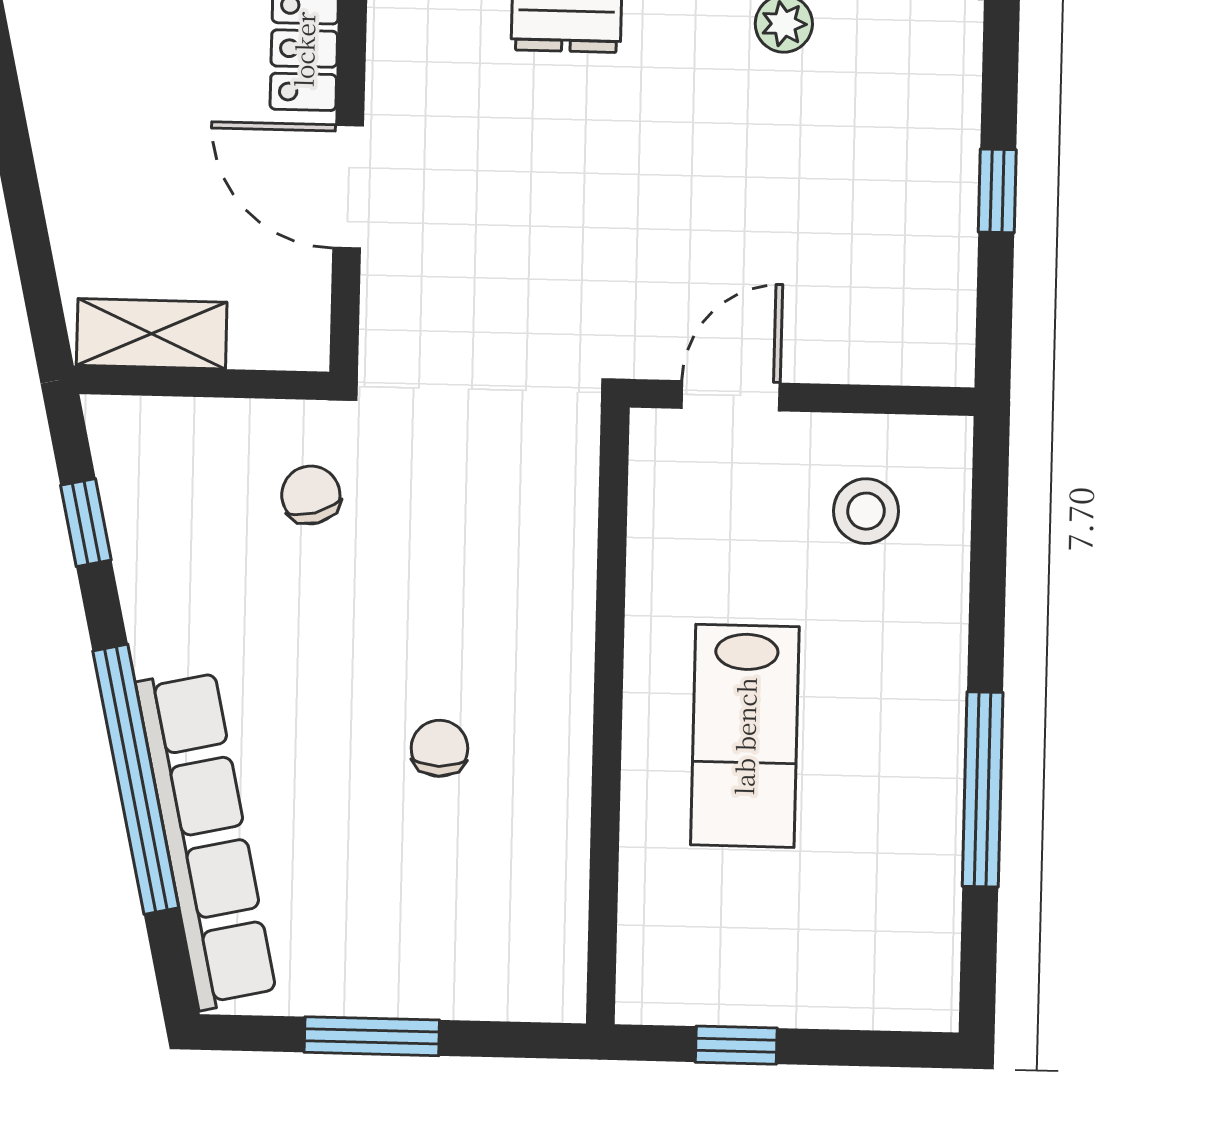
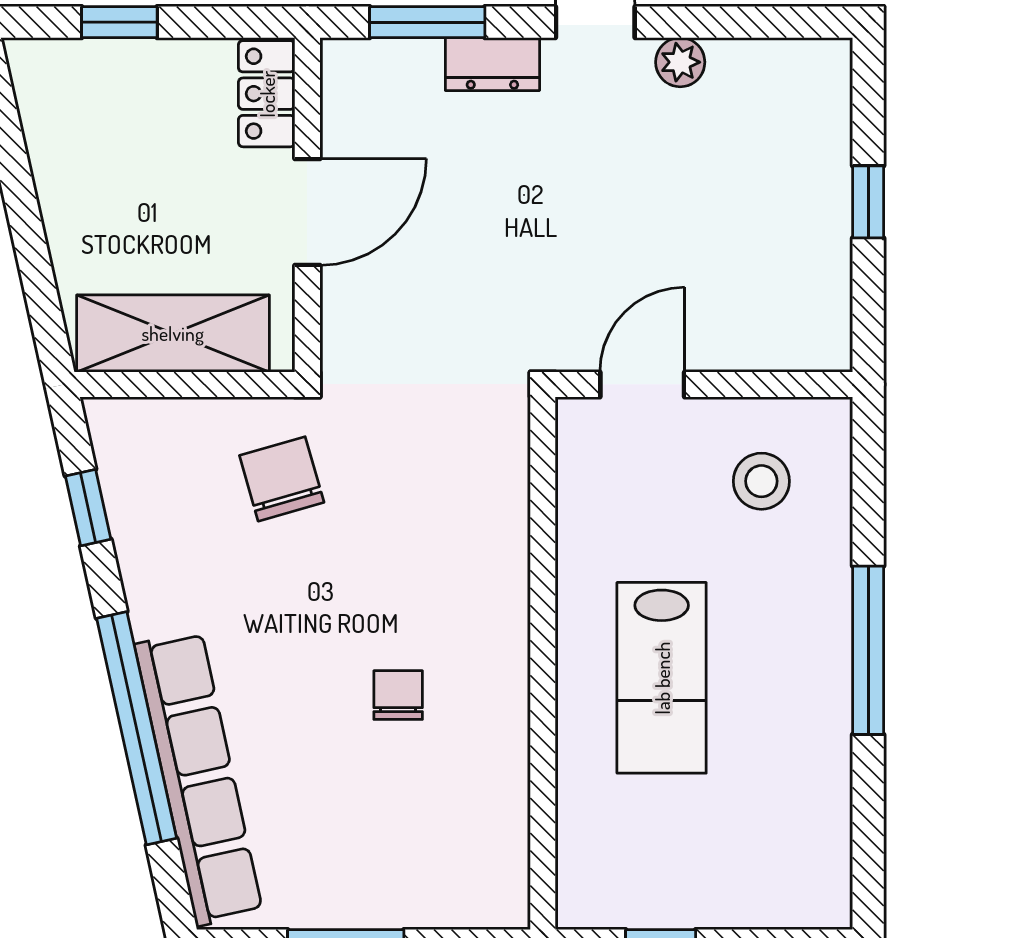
door: (348, 187) -> (307, 212), swing flipped
shelving: (152, 334) -> (173, 333), width x1.50, depth x1.33
chair: (311, 495) -> (282, 479), width x1.37, depth x1.37
window: (983, 789) -> (868, 650), moved

